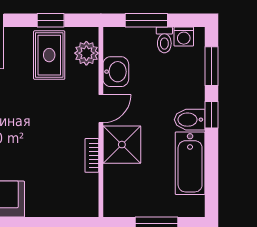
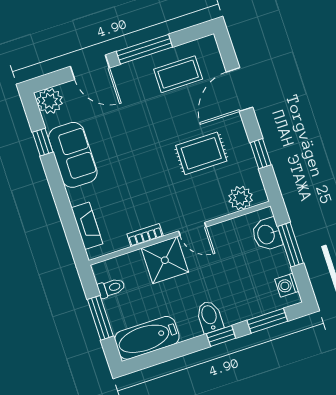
toilet: (164, 40) -> (111, 288), moved, turned 180
rug: (49, 55) -> (201, 153), moved
washbasin: (116, 72) -> (267, 234), moved, turned 90
bathtub: (190, 163) -> (147, 338), moved
fireplace: (65, 208) -> (87, 226), added

